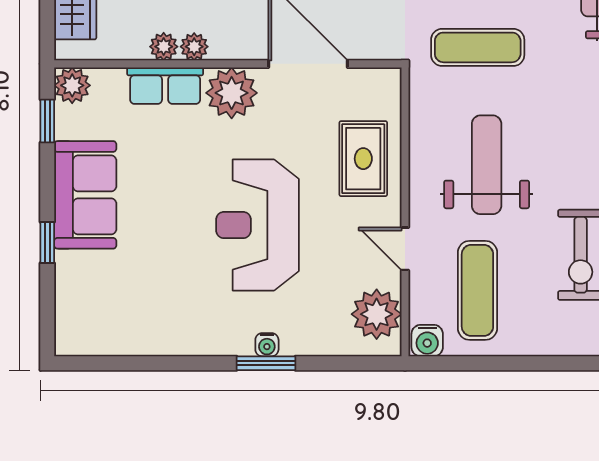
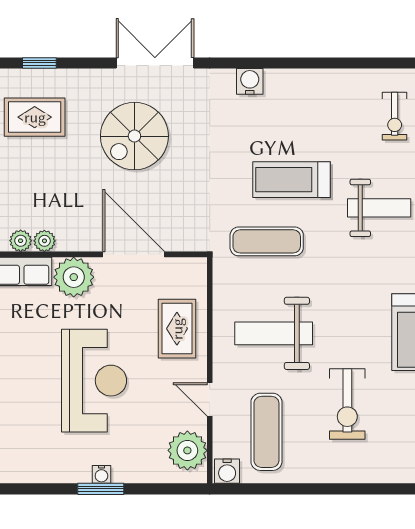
weight bench: (487, 165) -> (274, 333), turned -90
reception desk: (257, 225) -> (94, 381), turned 180

